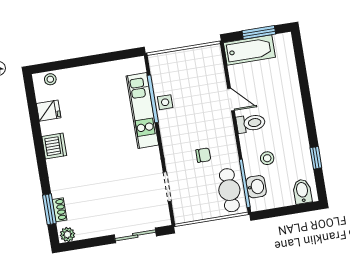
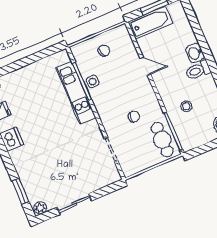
chair: (187, 69) -> (104, 51), added
toilet: (251, 123) -> (198, 70), moved, turned 180
washbasin: (256, 187) -> (195, 53), moved, turned 180
shoe rack: (59, 210) -> (29, 190), removed
sliding door: (135, 235) -> (74, 204), moved

